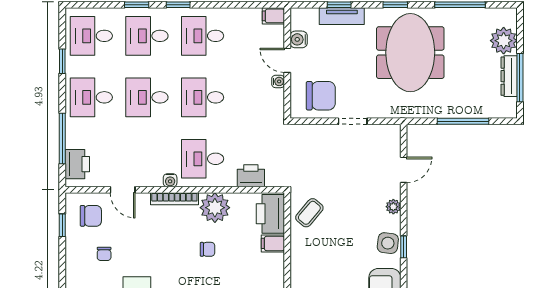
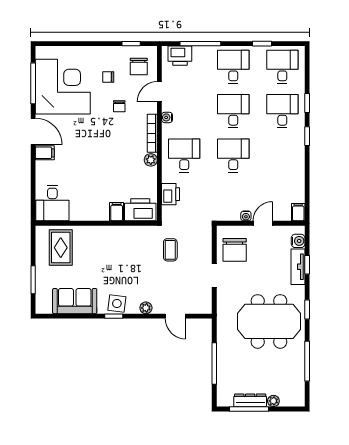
desk: (203, 36) -> (282, 156), removed
water cooler: (299, 39) -> (298, 241), moved, turned 90
plant: (504, 41) -> (273, 401), width x0.53, depth x0.53
water cooler: (170, 180) -> (167, 117), moved
plant: (215, 208) -> (151, 160), width x0.53, depth x0.53
coffee table: (309, 213) -> (170, 250), moved, turned 50
chair: (208, 249) -> (119, 106), moved

